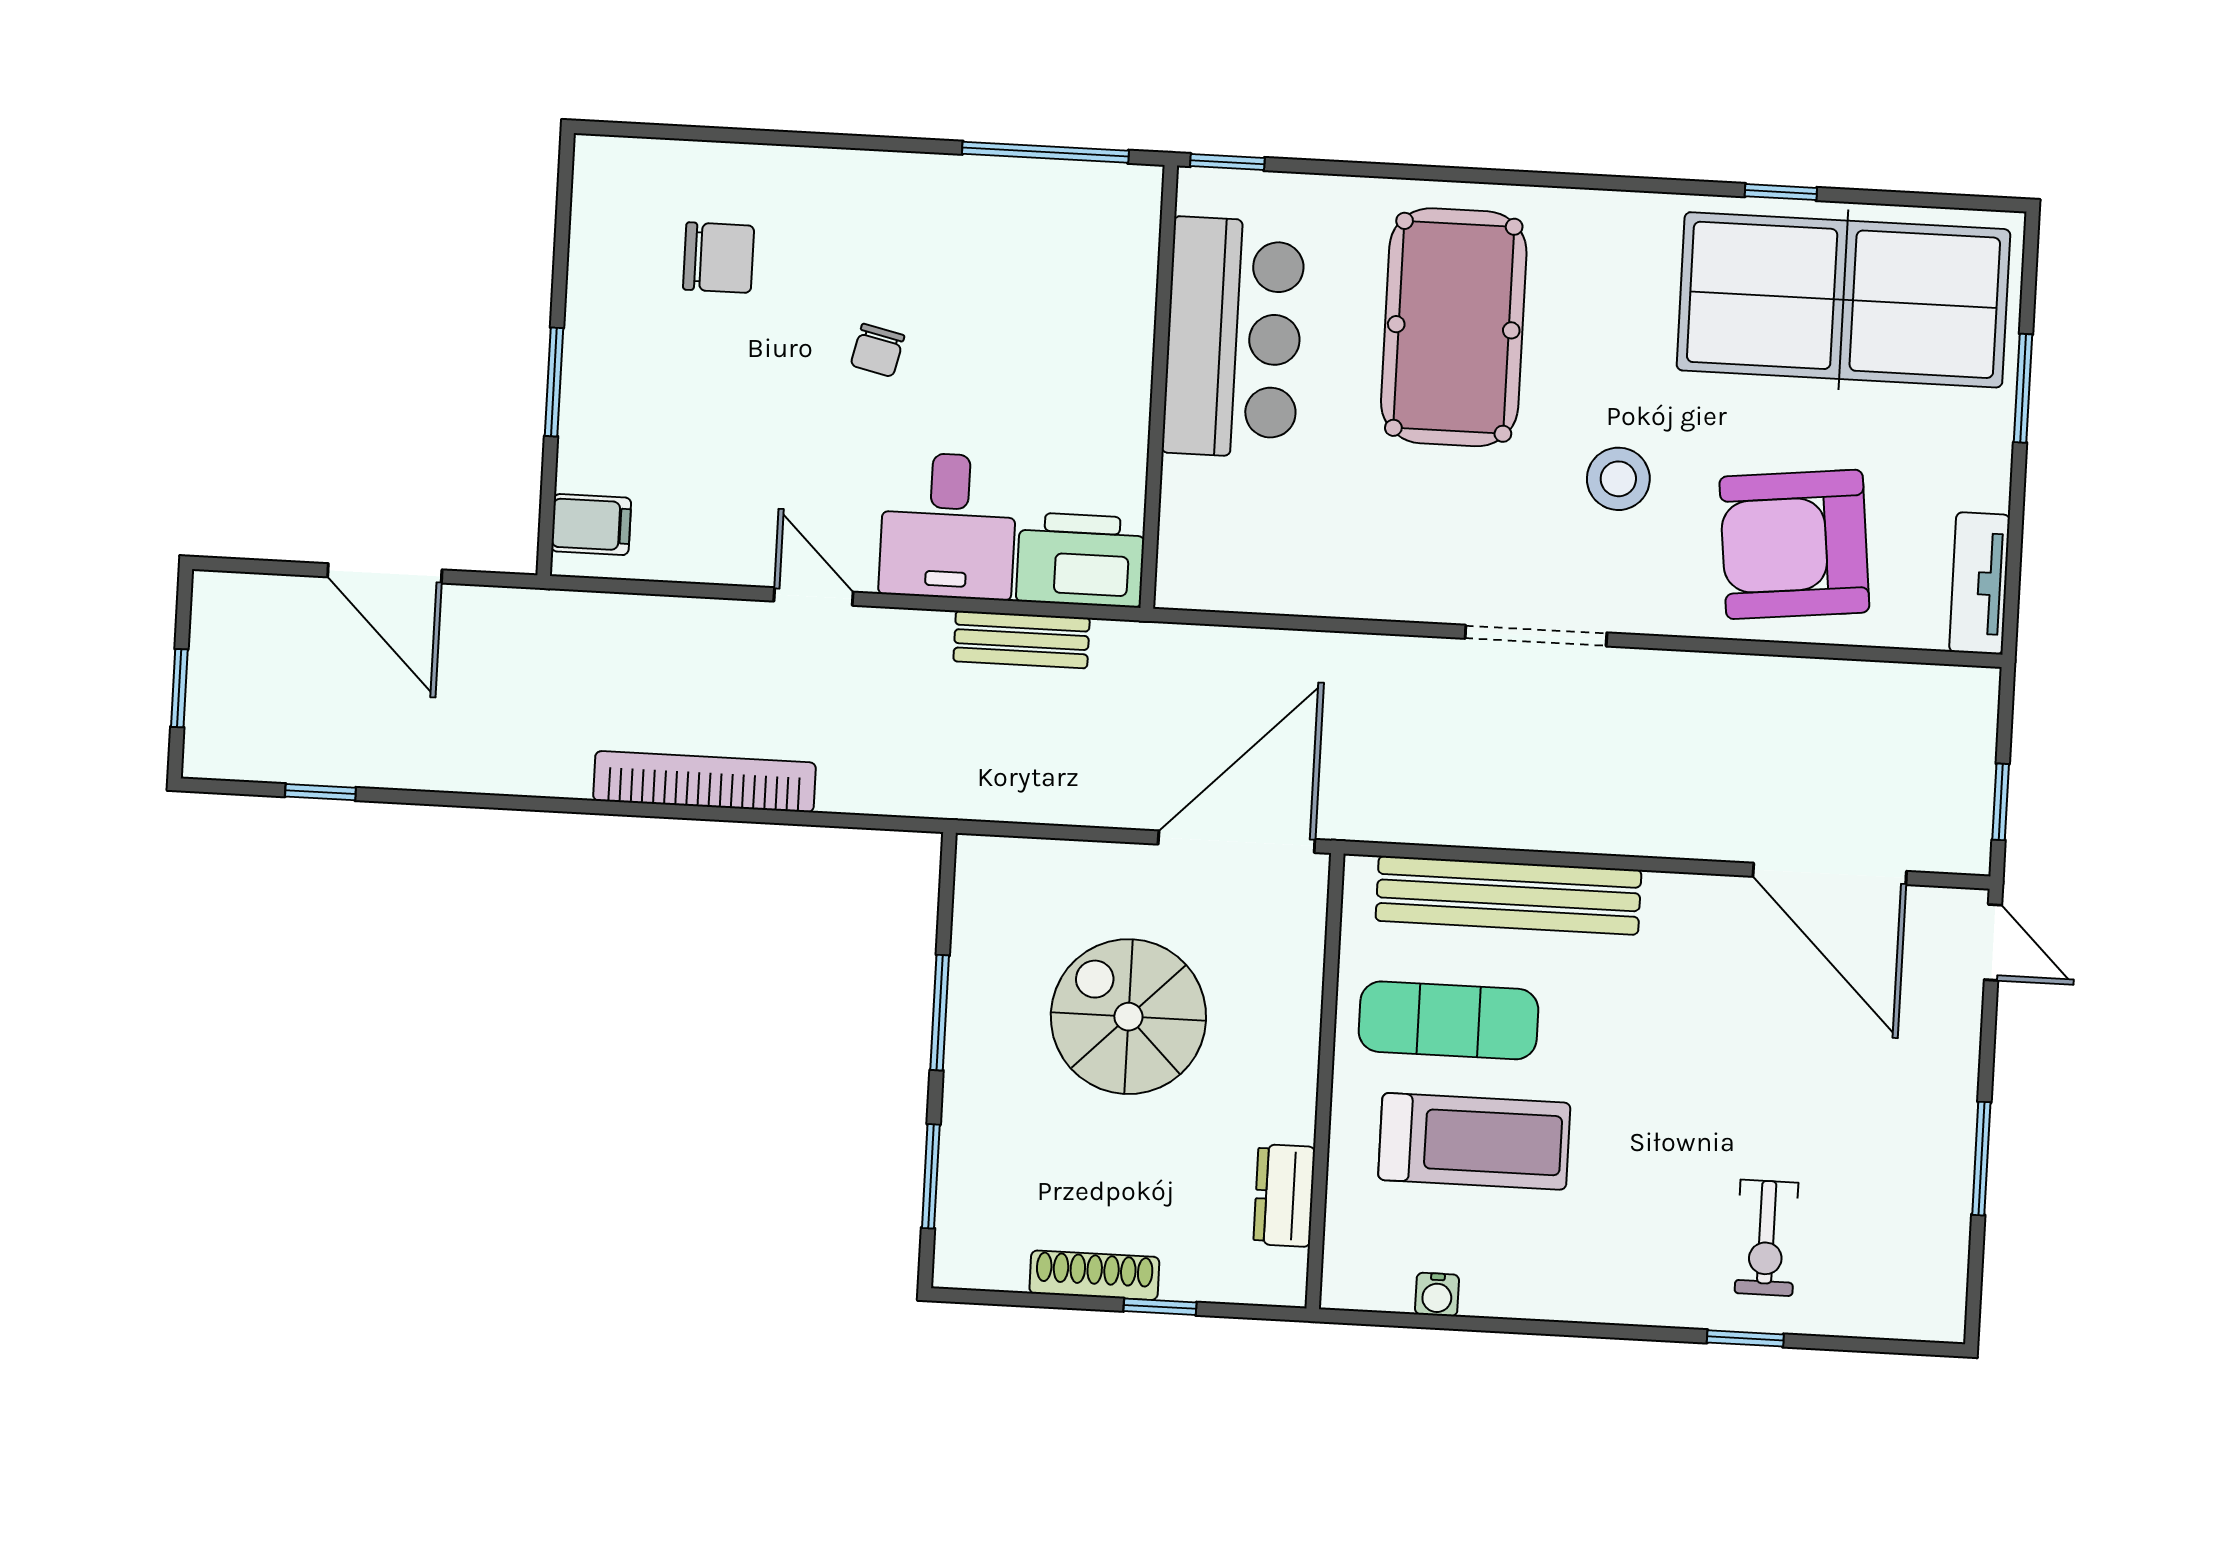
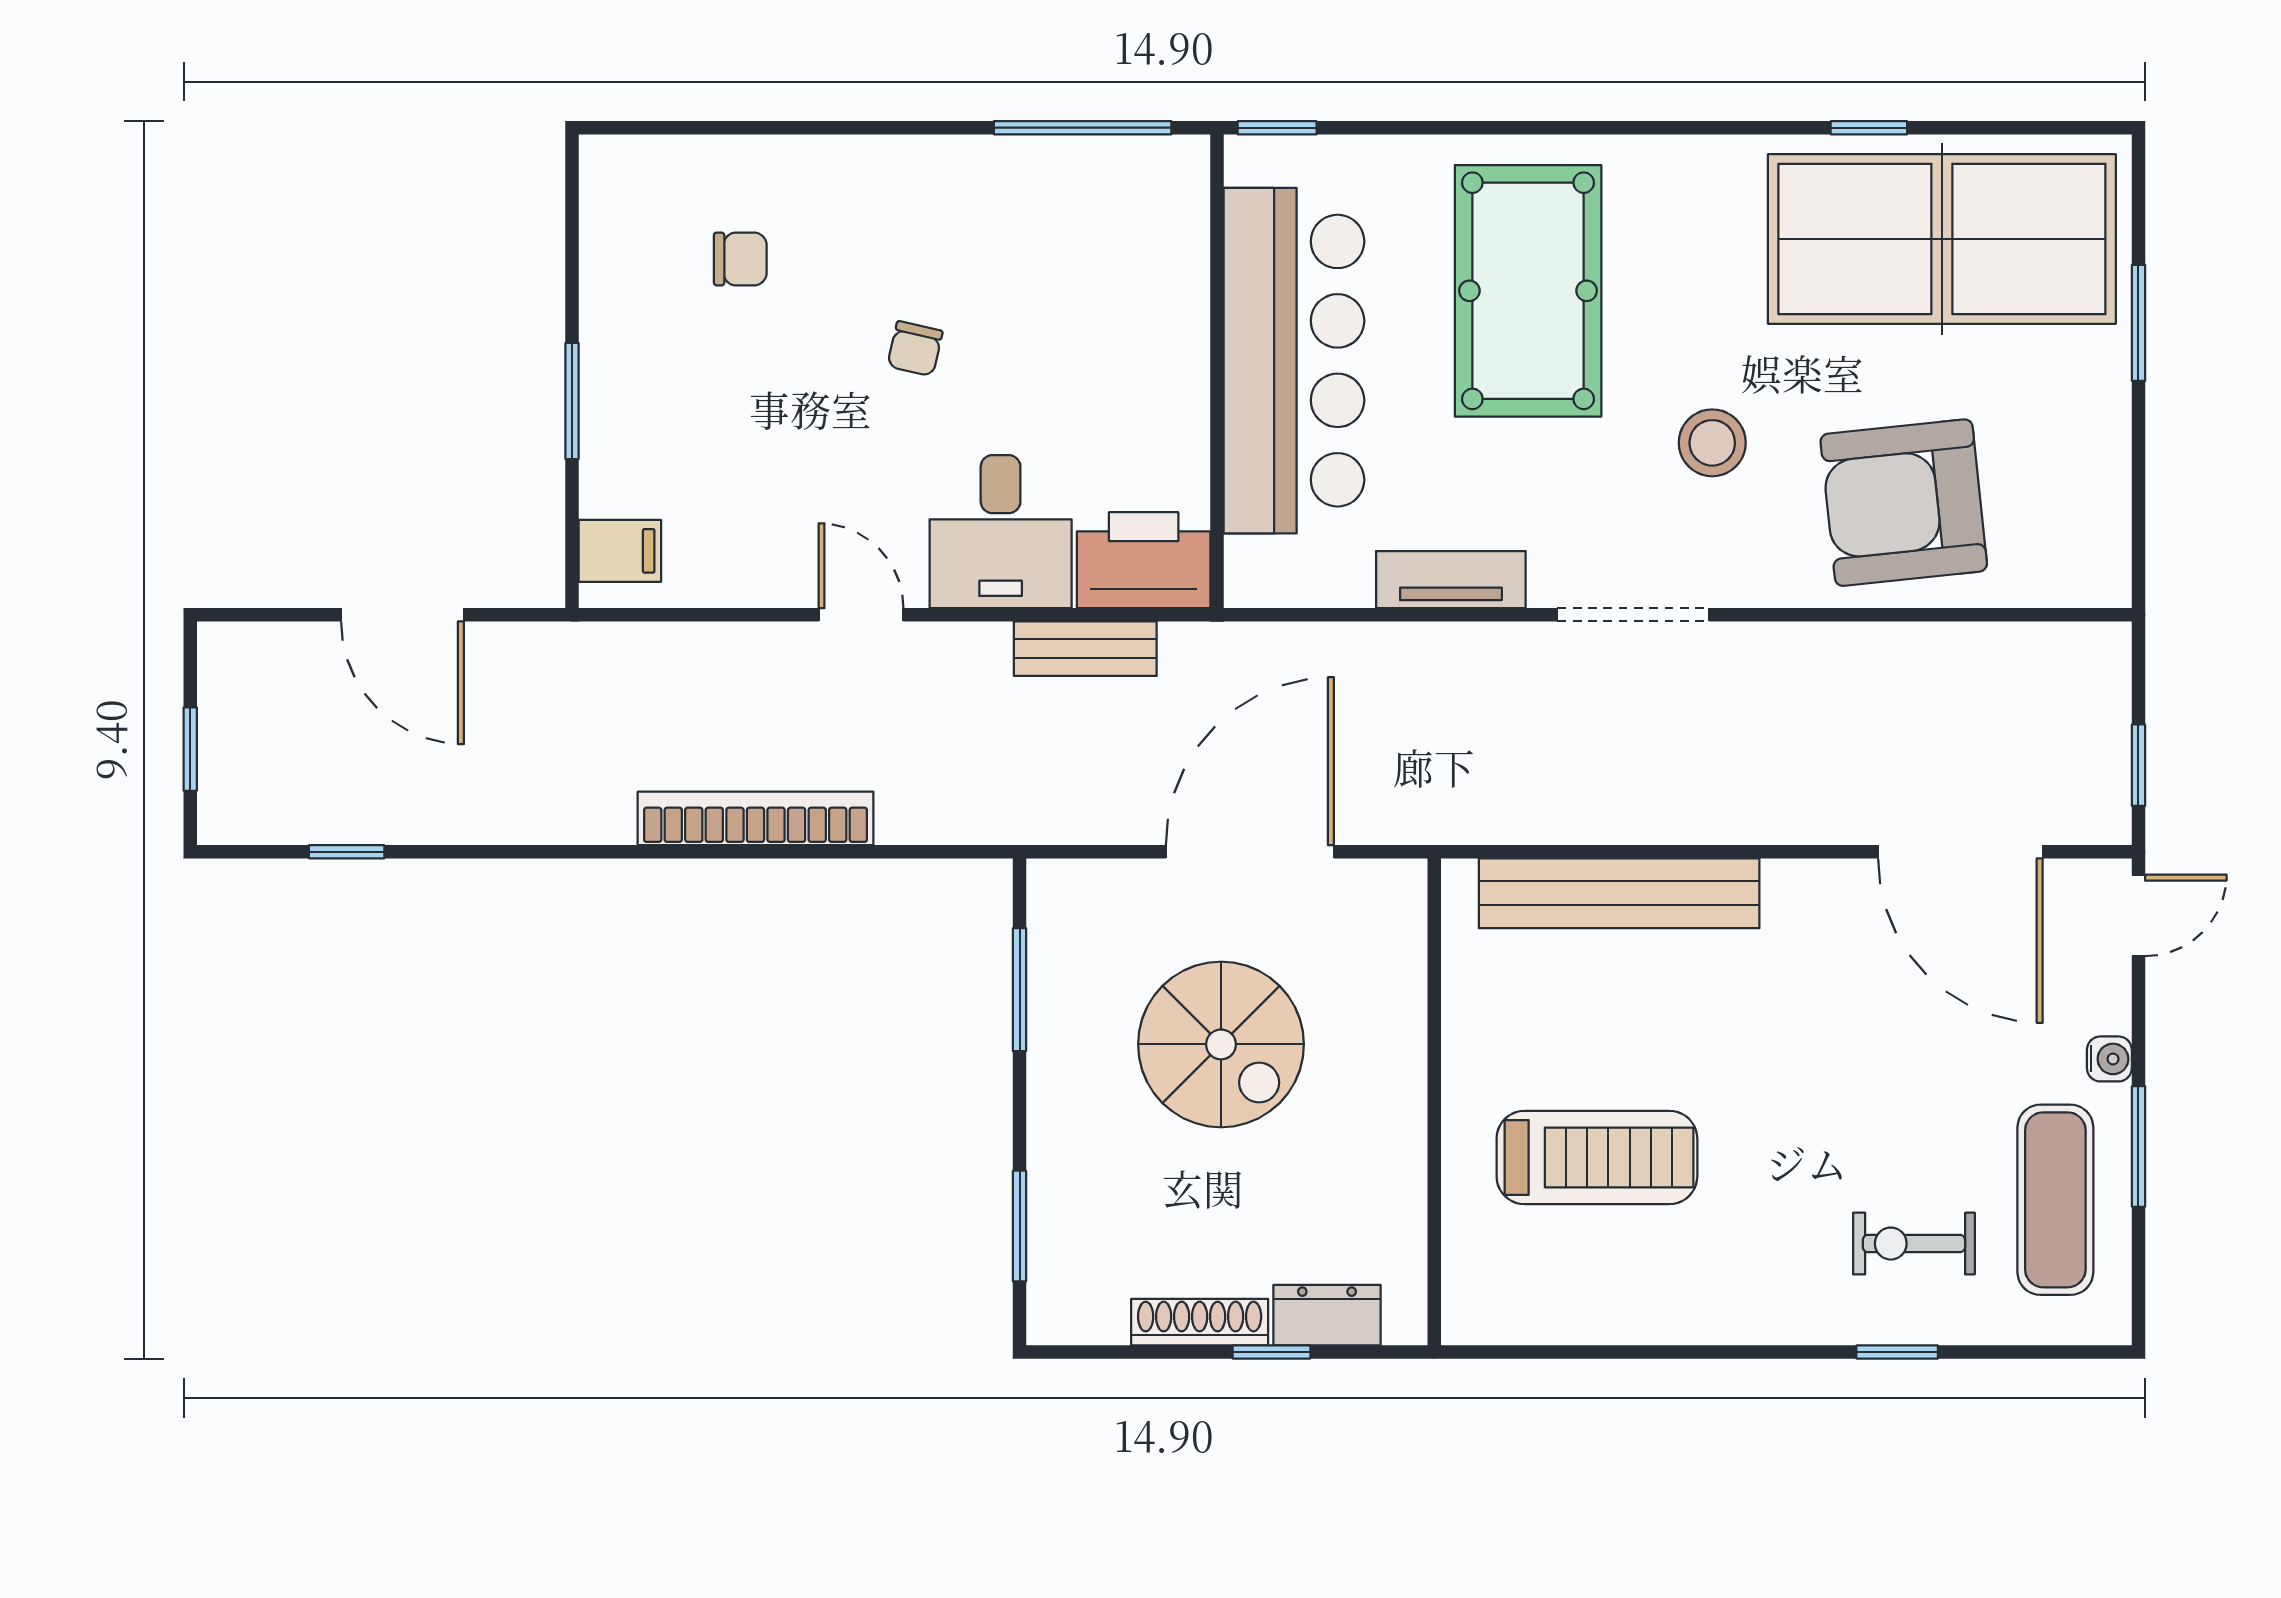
chair: (719, 258) -> (740, 259), width x0.73, depth x0.73
bar counter: (1234, 338) -> (1294, 361), width x1.36
tv unit: (1979, 583) -> (1451, 580), moved, turned 90
door: (1237, 842) -> (1250, 852), moved
door: (1993, 942) -> (2138, 915), hinge flipped
window: (940, 1013) -> (1020, 990), moved
spiral stairs: (1128, 1017) -> (1221, 1044), turned 180
exercise mat: (1448, 1020) -> (2055, 1200), moved, turned 90
dresser: (1284, 1195) -> (1327, 1315), moved, turned 90
exercise bike: (1766, 1238) -> (1914, 1244), turned 90
water cooler: (1437, 1294) -> (2109, 1059), moved, turned -90

